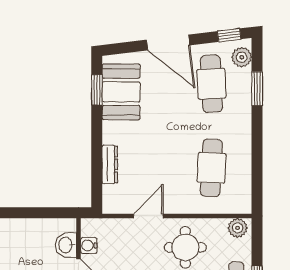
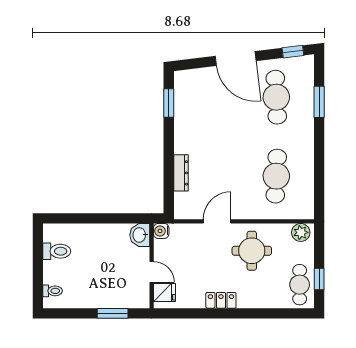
plant: (242, 57) -> (305, 72), removed
booth: (121, 92) -> (191, 105), removed
washbasin: (66, 245) -> (140, 235), moved
water cooler: (89, 245) -> (161, 231), moved

